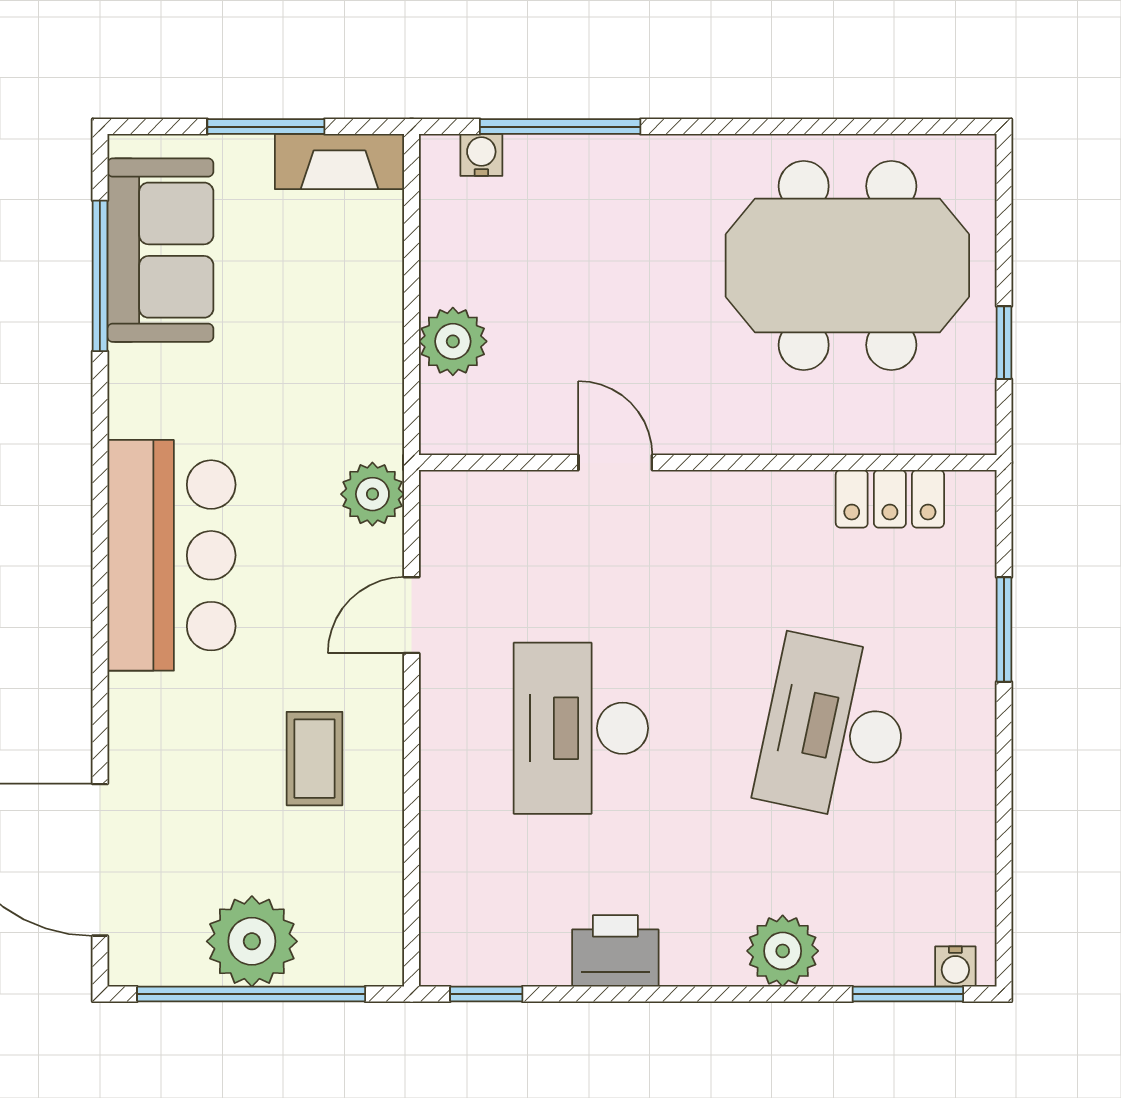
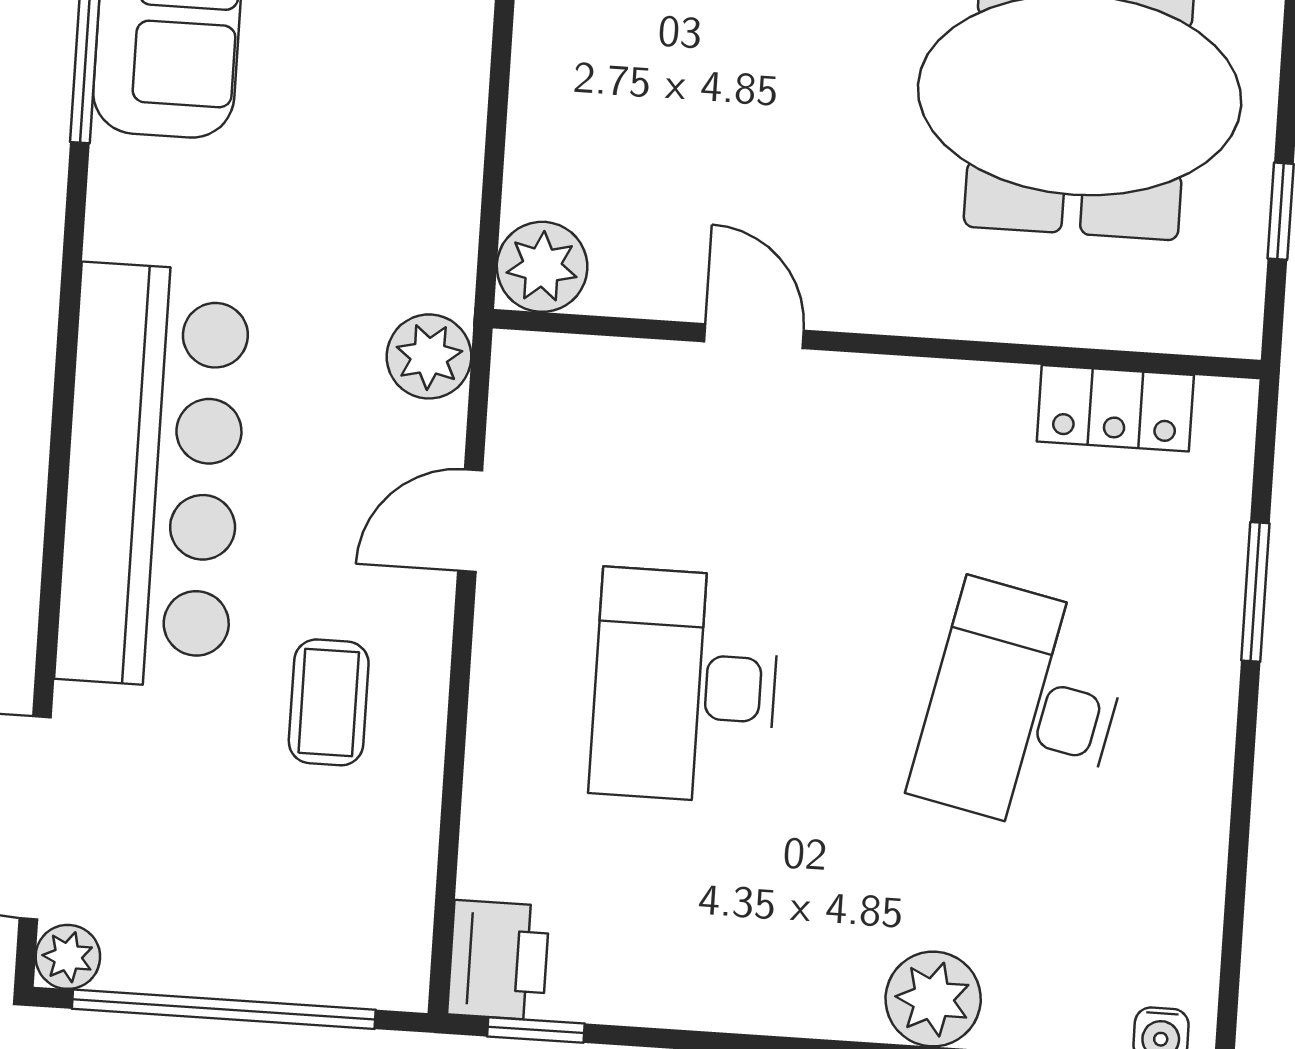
plant: (453, 341) -> (542, 267), moved
bar counter: (171, 555) -> (153, 476), width x1.36
plant: (252, 941) -> (68, 957), moved, width x0.53, depth x0.53
printer: (615, 951) -> (498, 960), moved, turned 90

